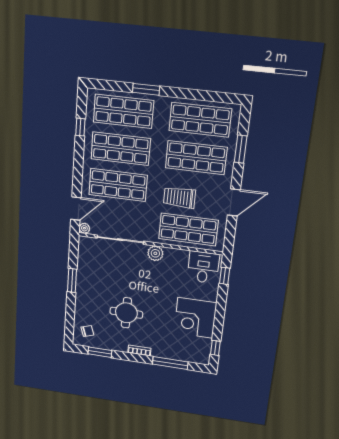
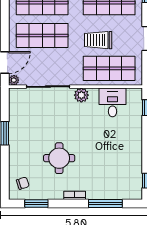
desk: (203, 267) -> (113, 102), moved
corner desk: (195, 318) -> (124, 153), removed

